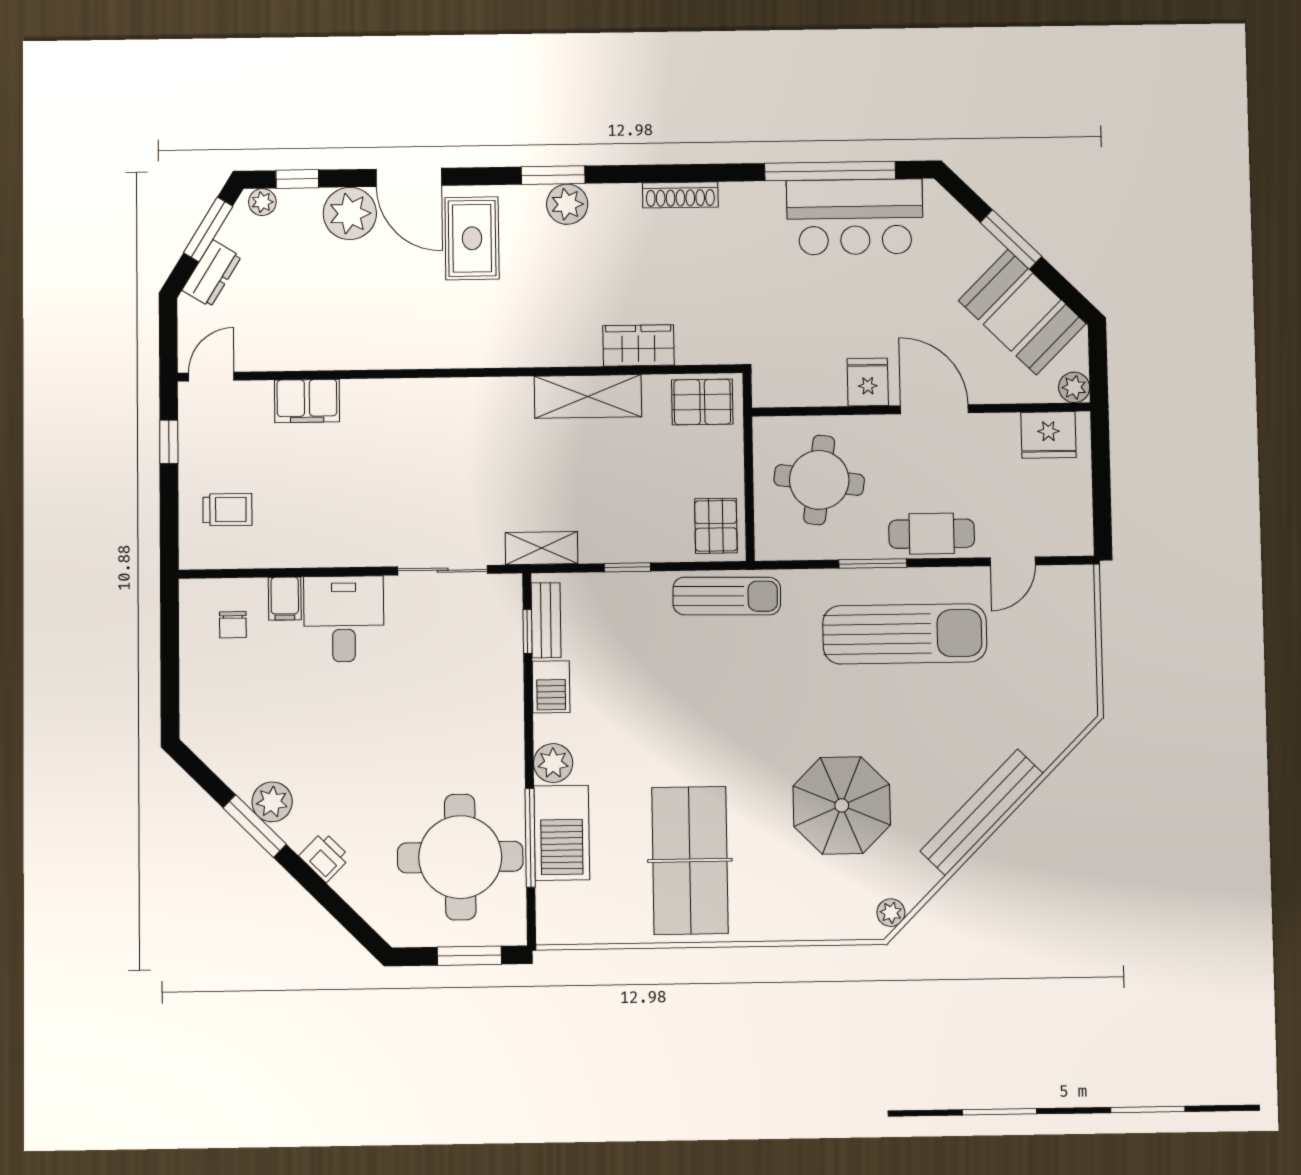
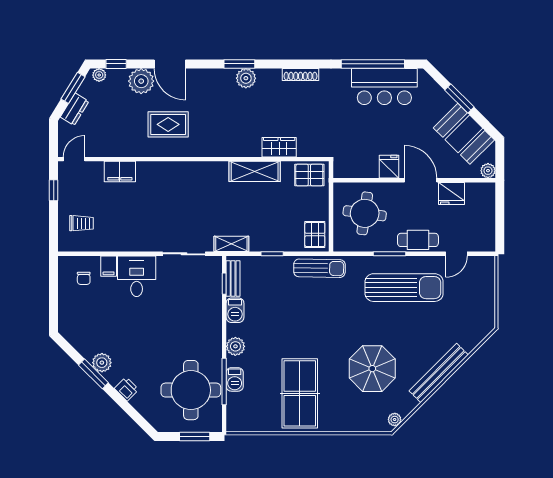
rug: (472, 238) -> (168, 124), moved, turned 90
fridge: (1048, 435) -> (452, 193), moved
barbecue: (562, 833) -> (235, 379), width x0.53, depth x0.65

